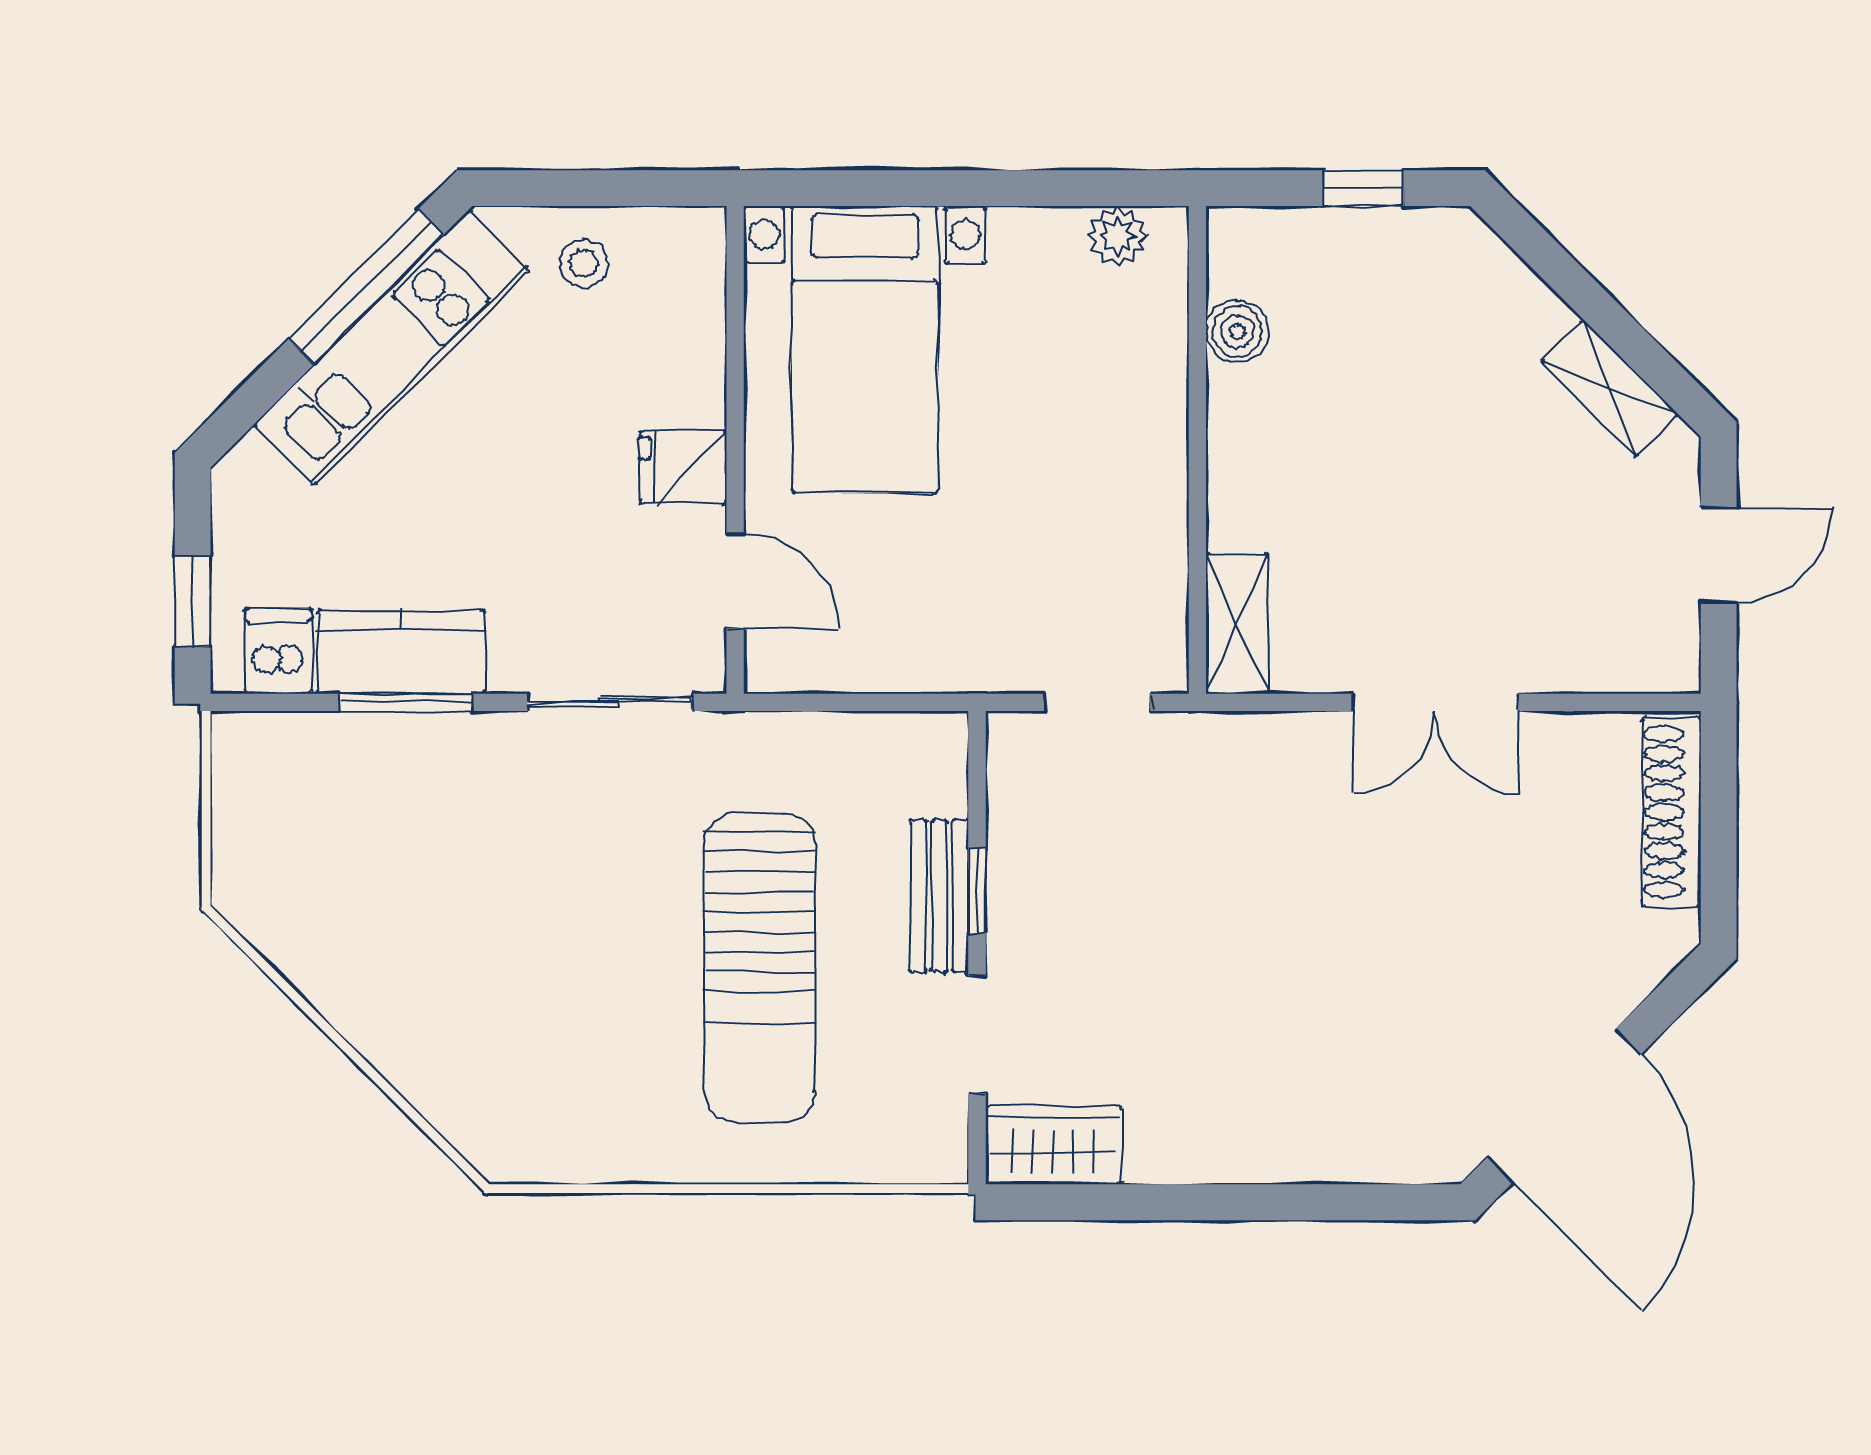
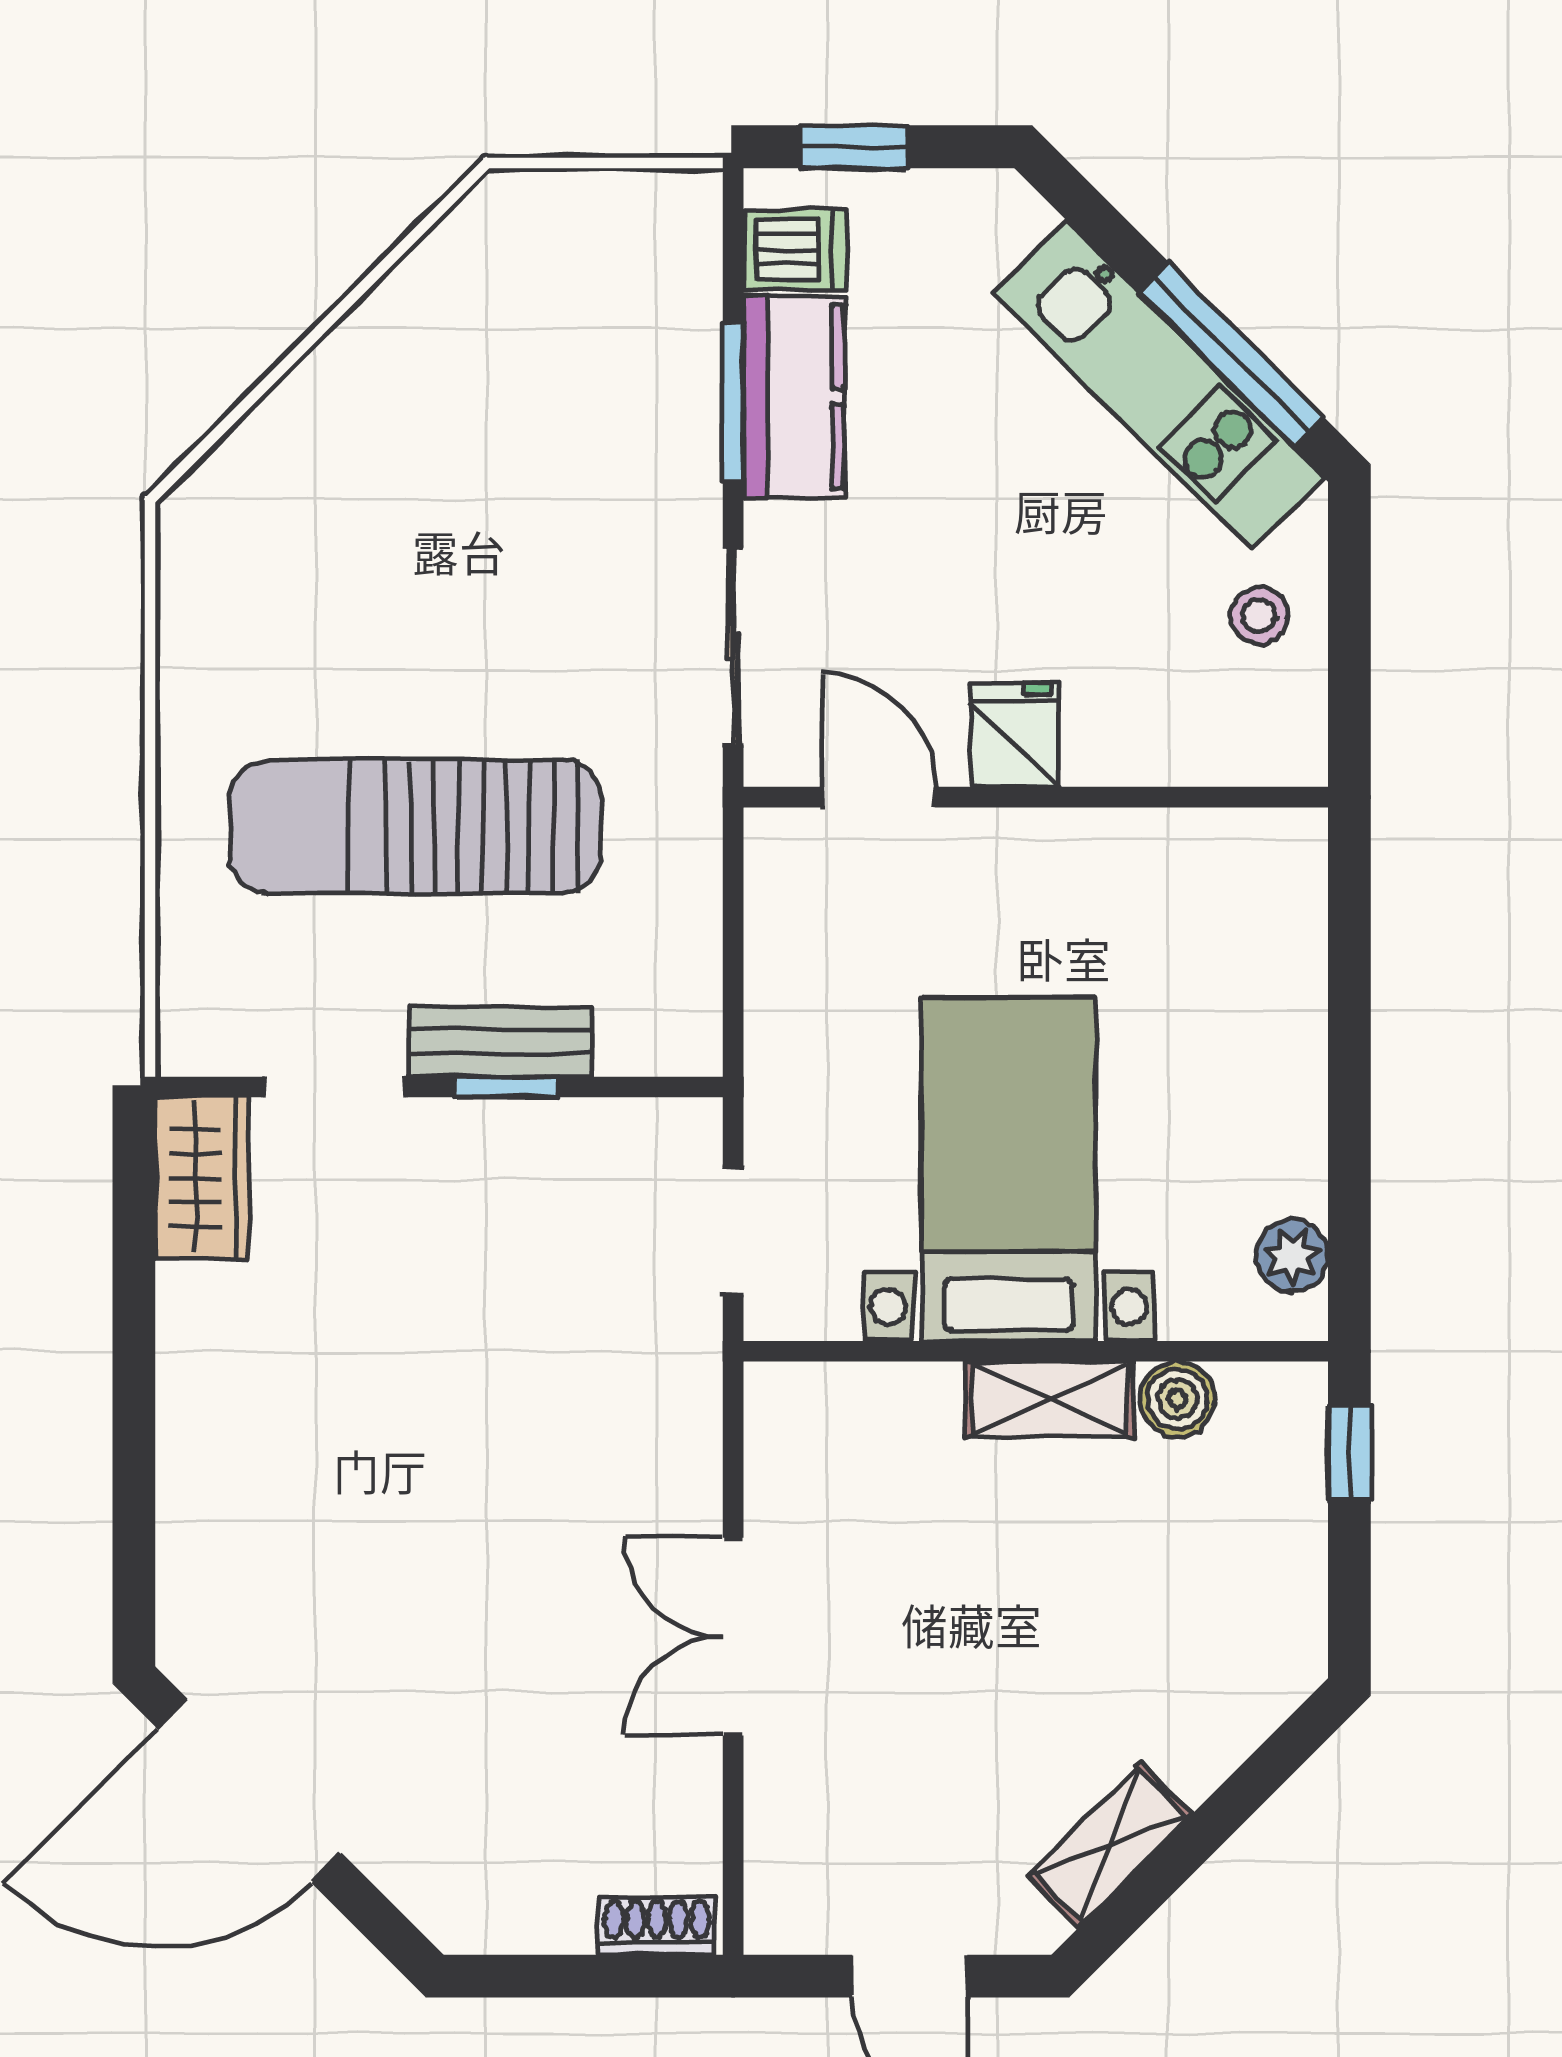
window: (1364, 188) -> (1349, 1453), moved
bed with nightstands: (865, 349) -> (1009, 1169), moved, turned 90
door: (735, 581) -> (879, 797), swing flipped
shelving: (1237, 624) -> (1049, 1399), moved
shoe rack: (1672, 812) -> (657, 1926), width x0.51, depth x0.81

